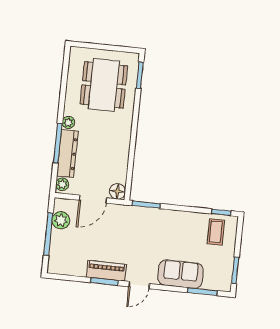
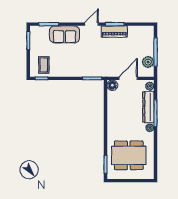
dining table: (104, 85) -> (129, 155), turned 90

